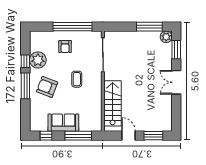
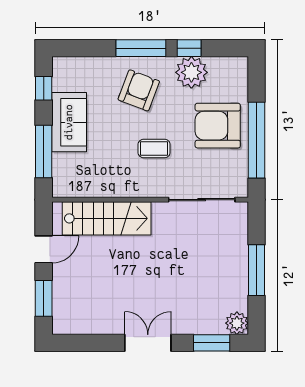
window: (149, 27) -> (257, 270), moved
armchair: (65, 47) -> (218, 126), width x1.88, depth x1.88

